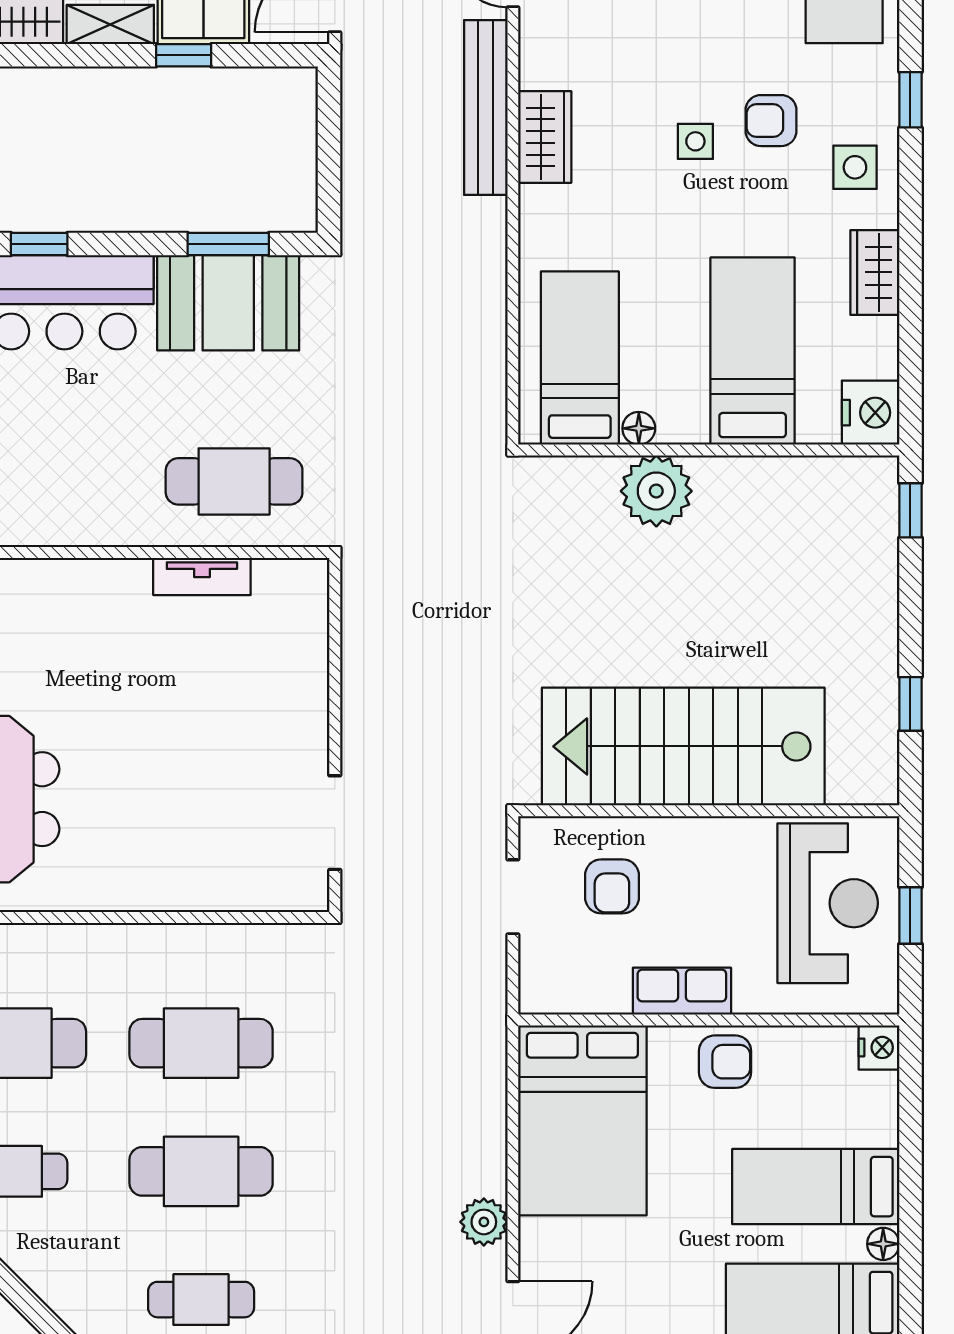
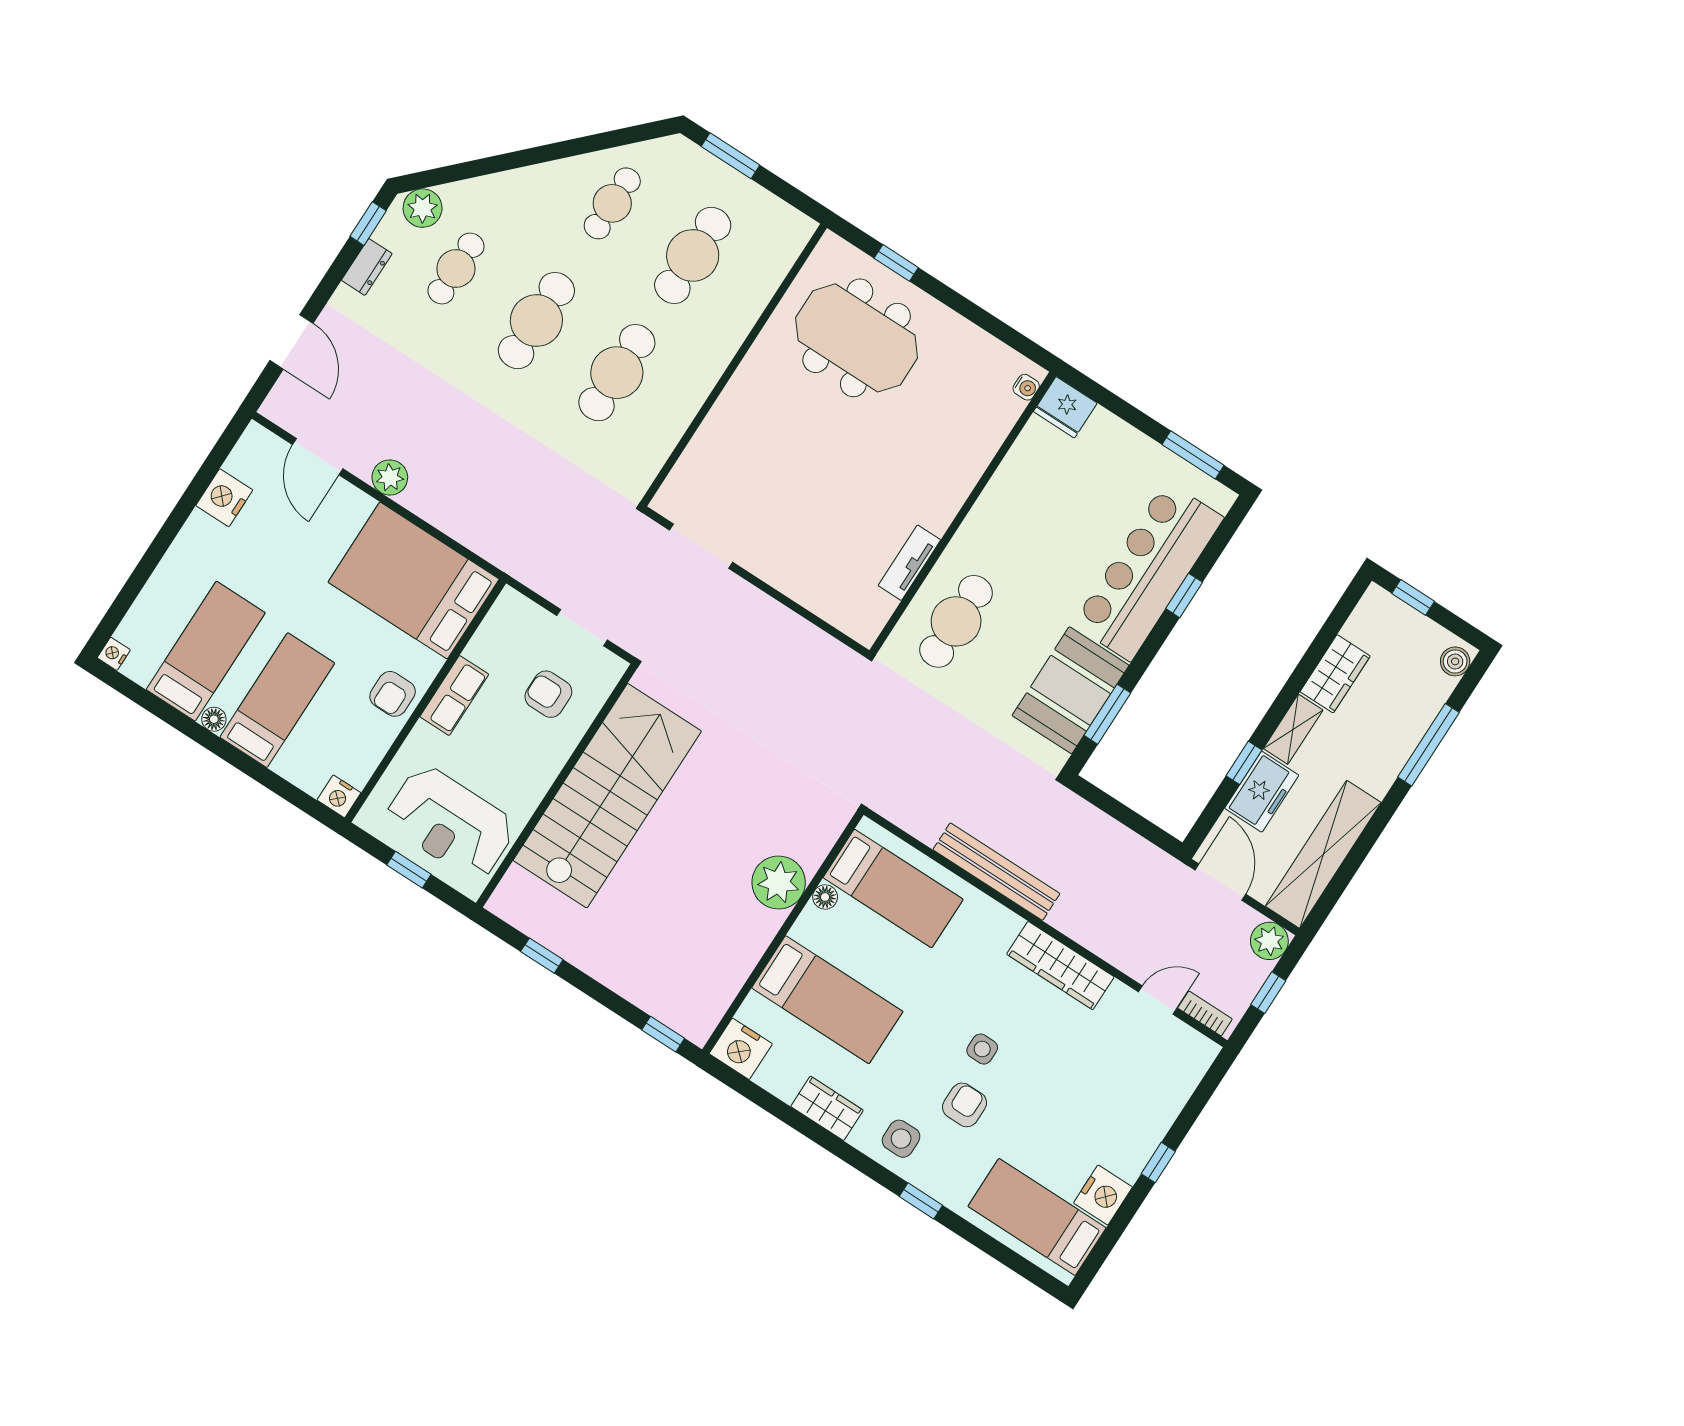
bench: (486, 107) -> (996, 872), moved
wardrobe: (545, 137) -> (1060, 966), width x1.50

